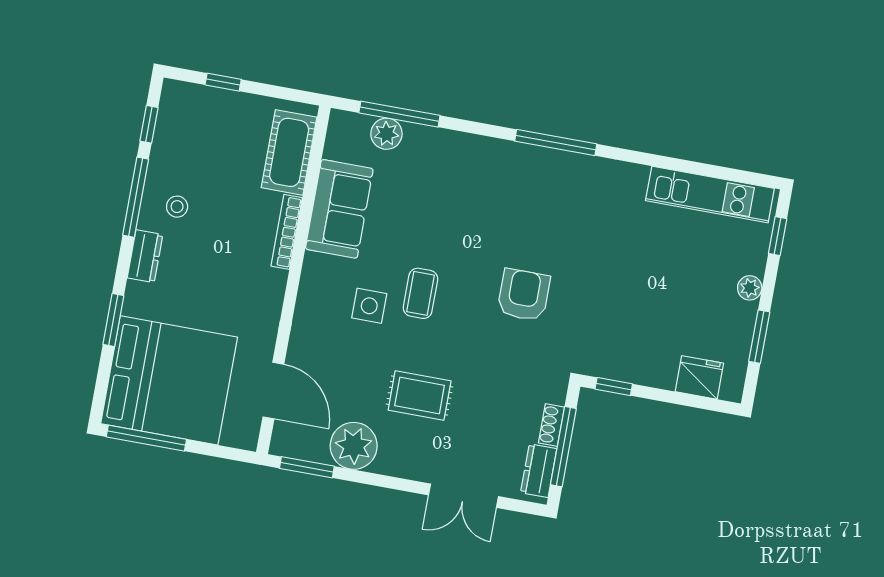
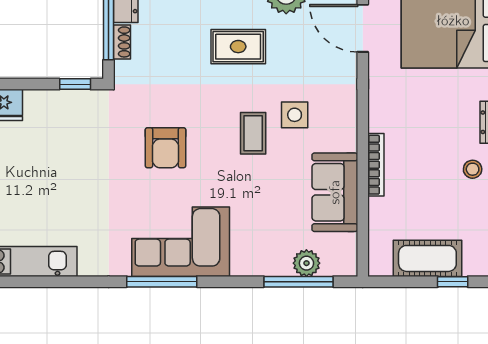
cot: (289, 152) -> (427, 258), moved, turned 90
corner sofa: (526, 184) -> (181, 242), added

